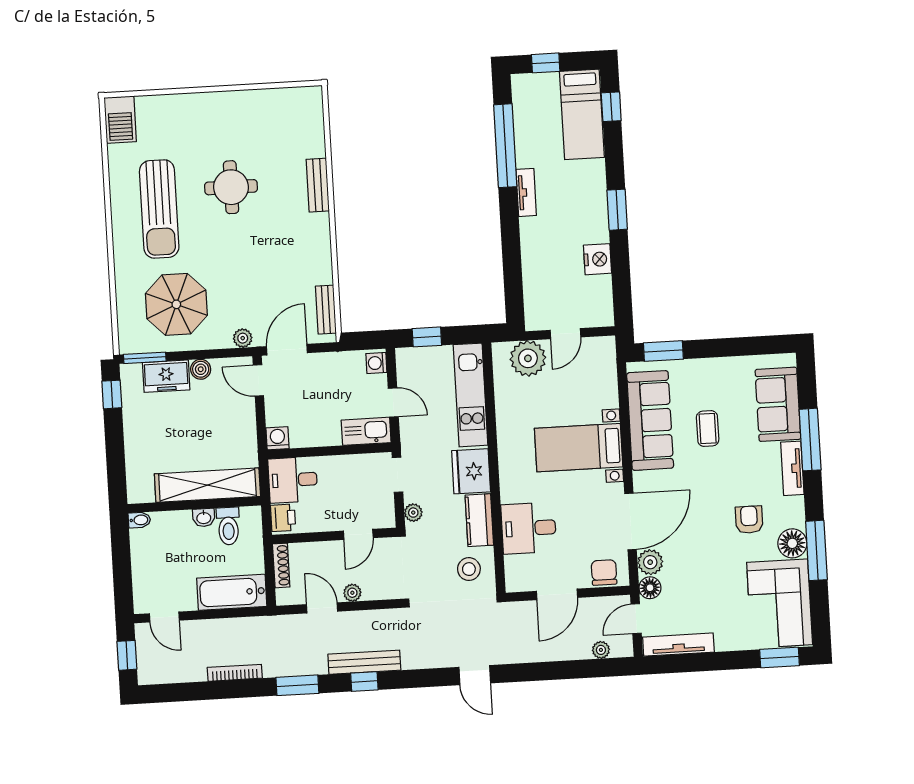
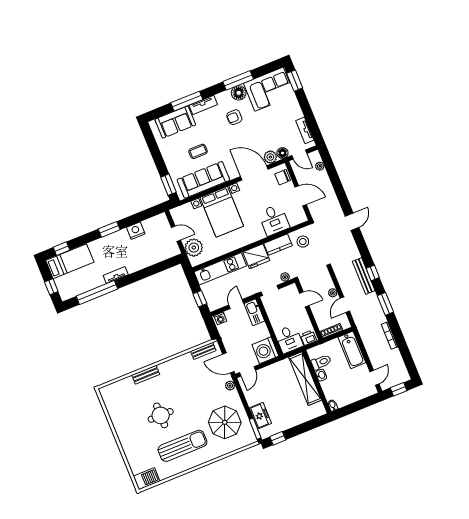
boiler: (201, 369) -> (252, 400), removed
washing machine: (277, 438) -> (265, 350), width x1.89, depth x1.89
bed with nightstands: (579, 448) -> (222, 212), width x1.36
tv unit: (678, 645) -> (305, 130), width x0.71

